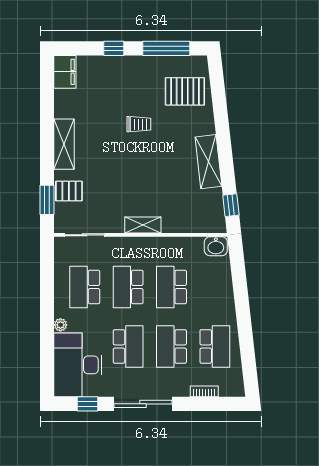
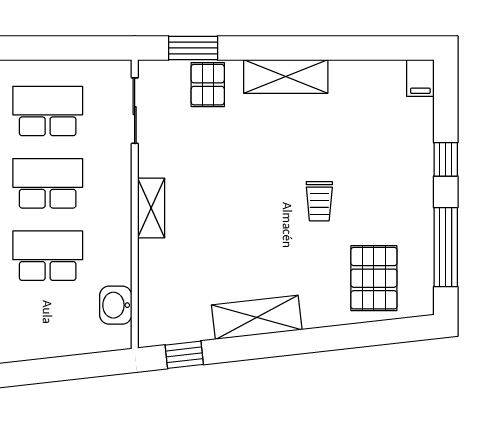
filing cabinet: (65, 72) -> (420, 78), width x0.50
washbasin: (216, 246) -> (116, 305), moved

